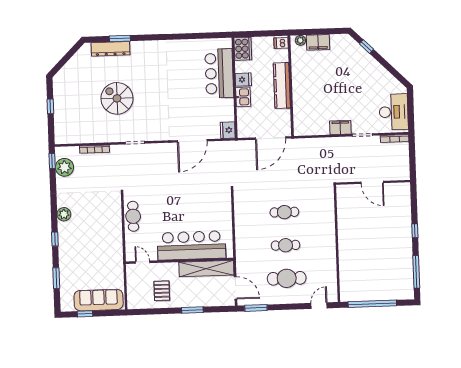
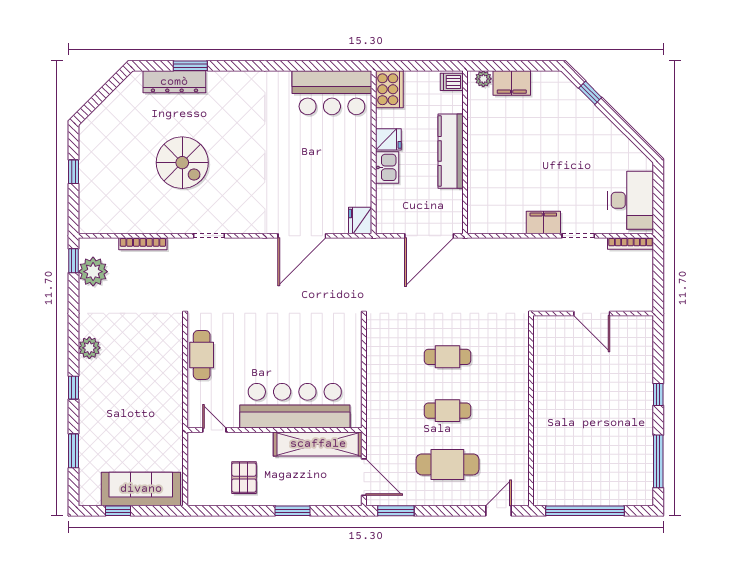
bar counter: (219, 73) -> (332, 93), moved, turned -90
spiral stairs: (117, 98) -> (182, 163), turned 180

